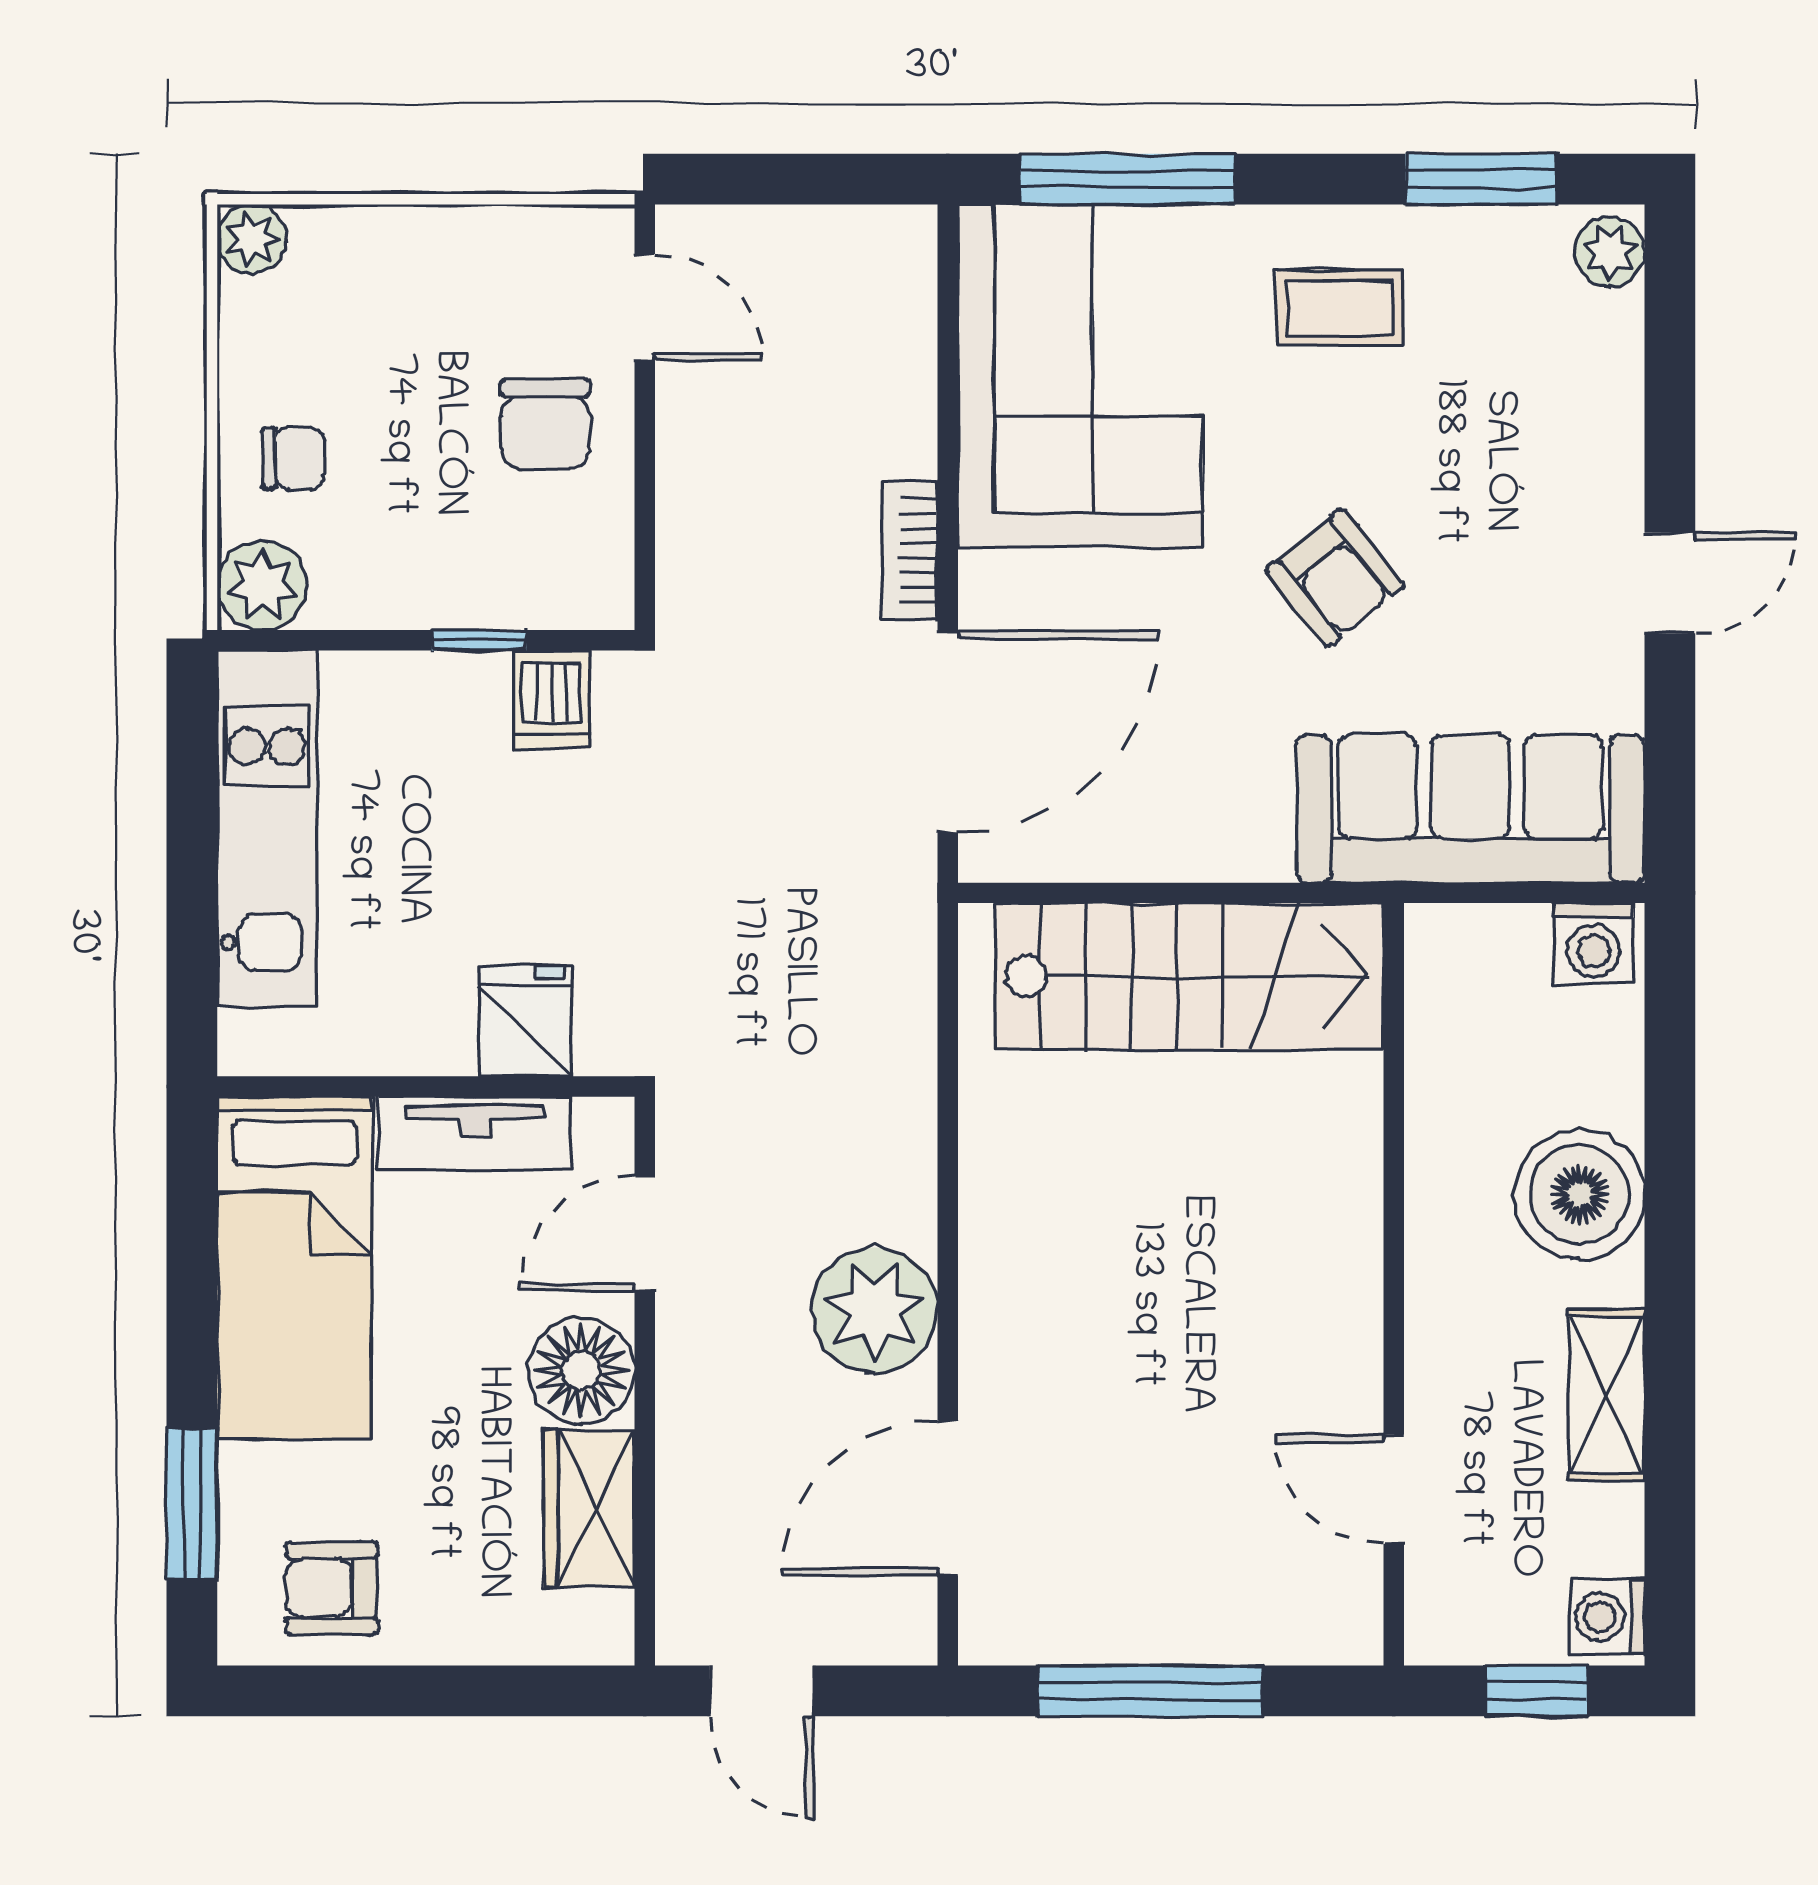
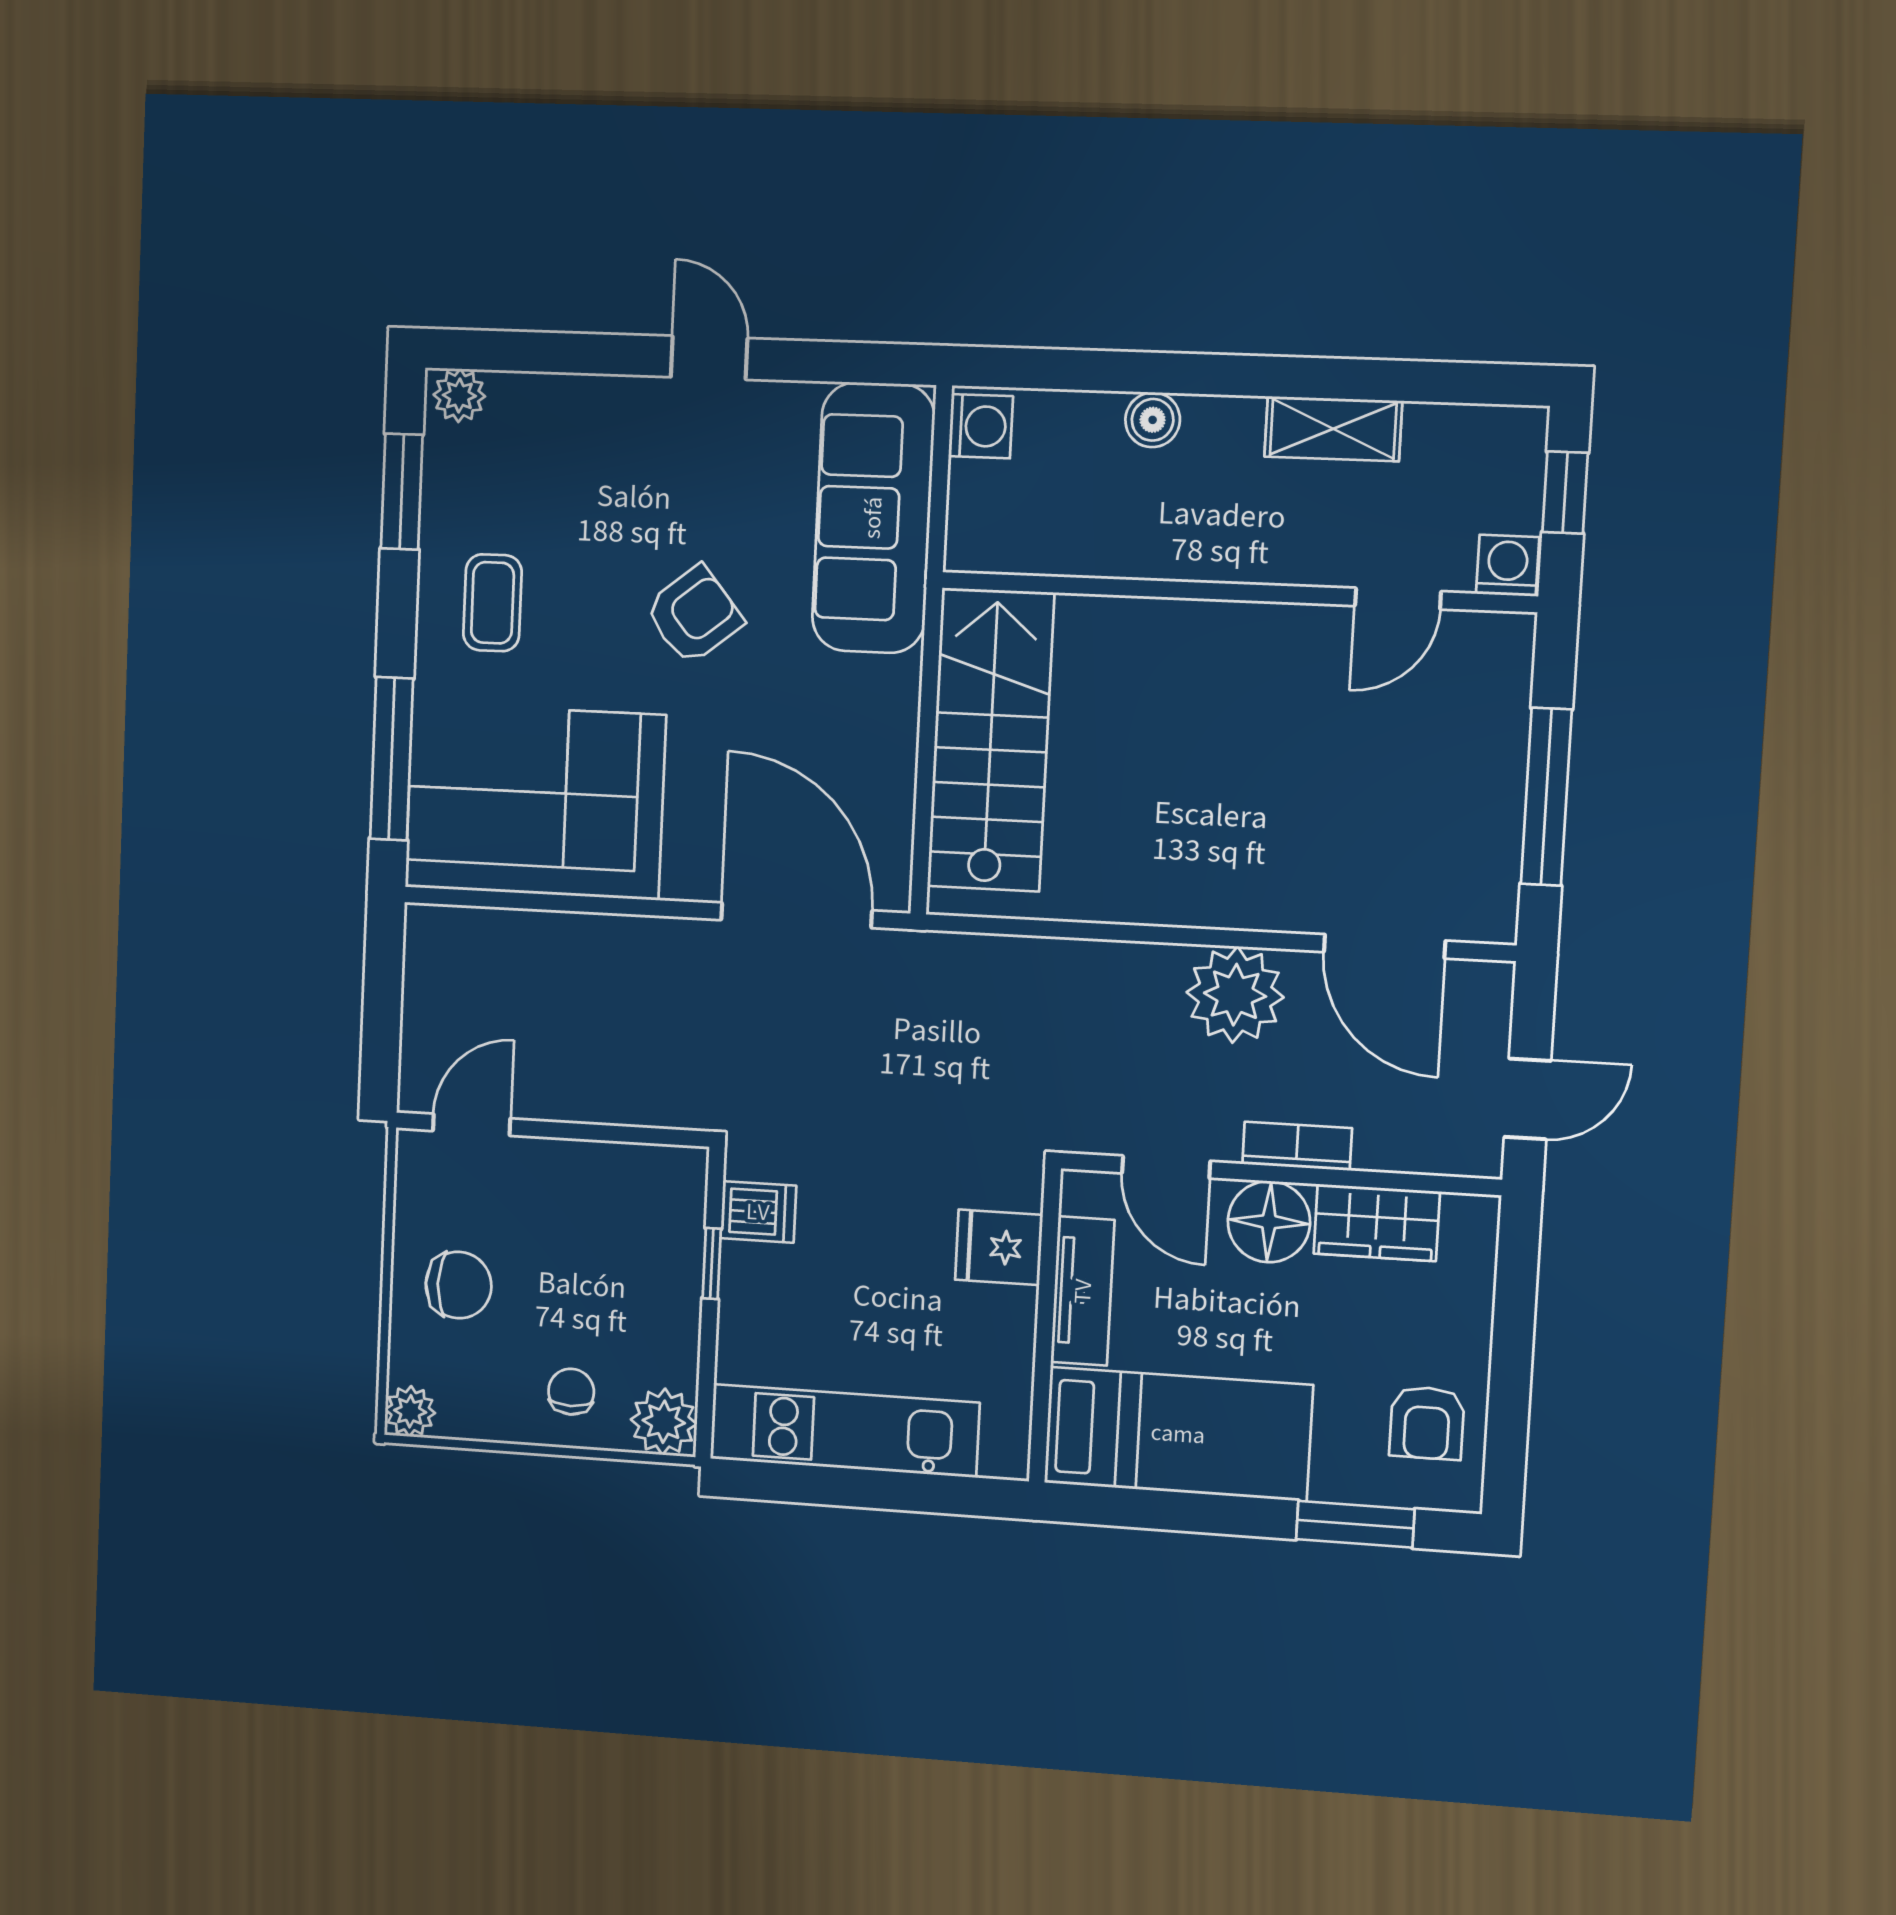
chair: (546, 424) -> (459, 1285), moved
bookcase: (910, 551) -> (1297, 1146), moved, turned 180
boiler: (1579, 1194) -> (1153, 420), width x0.54, depth x0.54
washing machine: (1607, 1617) -> (1508, 565), moved, turned 180

